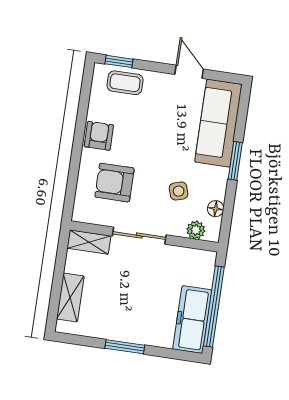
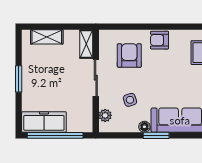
armchair: (99, 136) -> (160, 40), turned 180
floor lamp: (216, 209) -> (144, 127), moved

